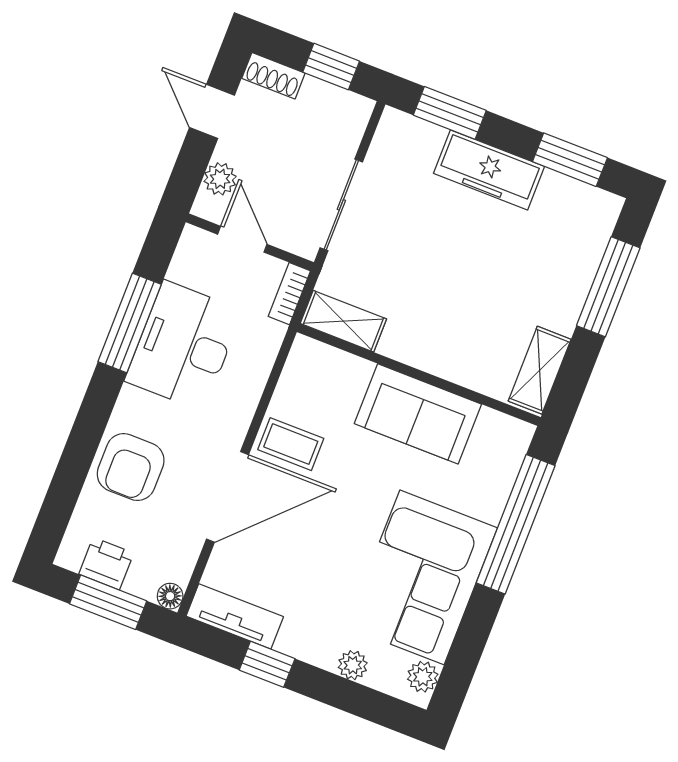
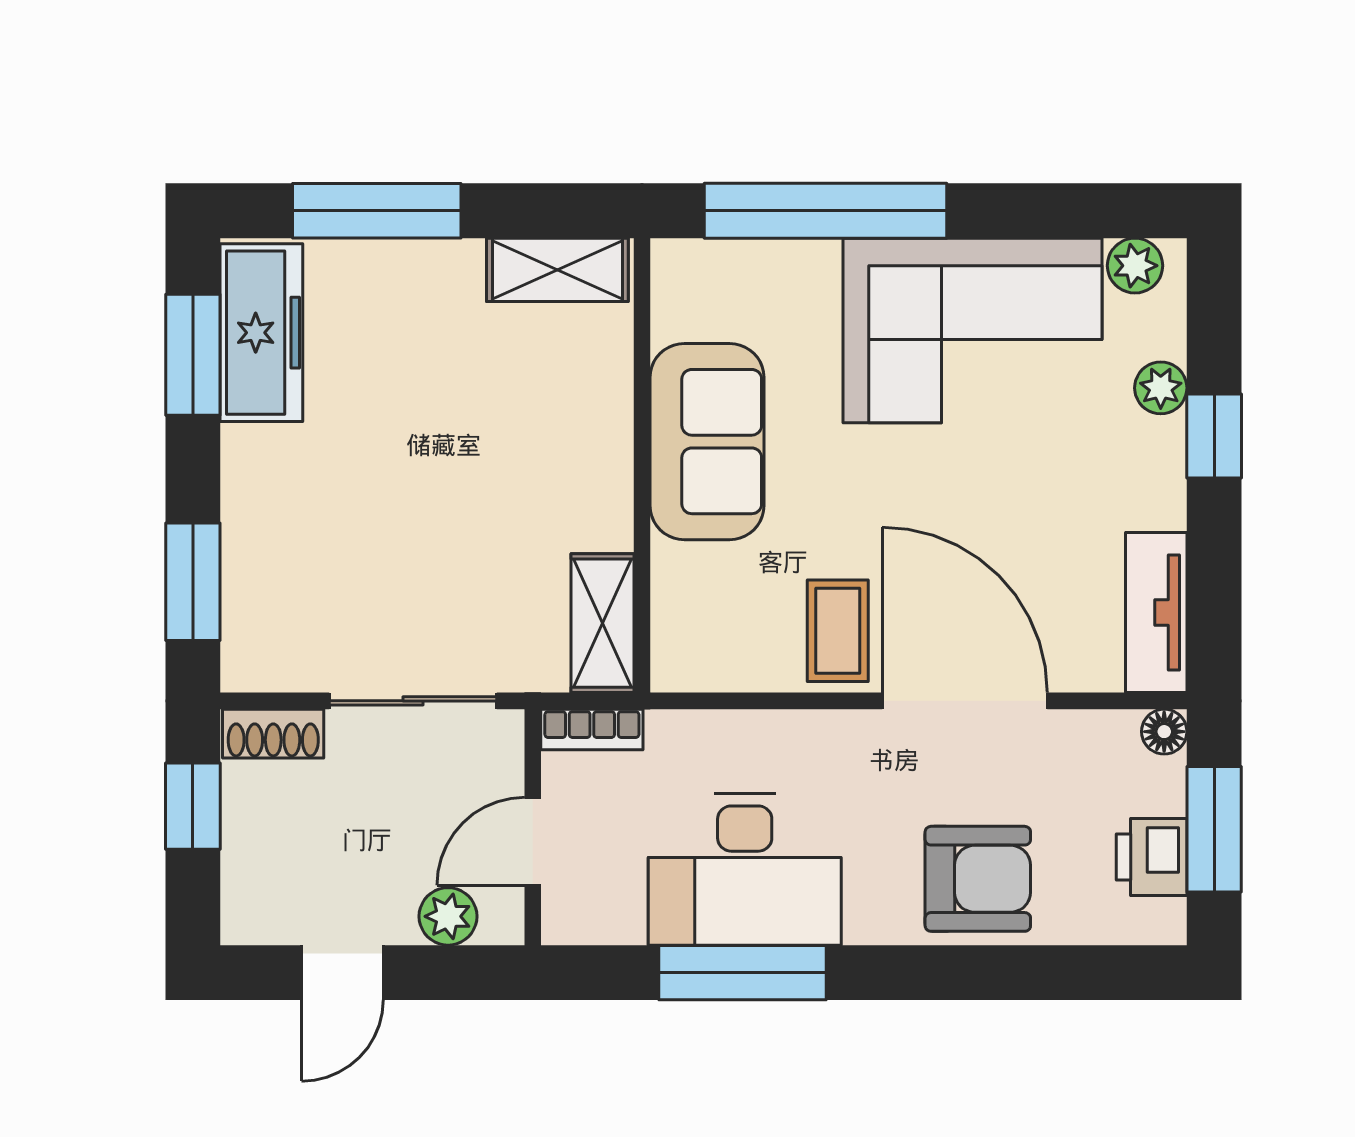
shoe rack: (273, 76) -> (273, 734), moved, turned 90
freezer: (489, 170) -> (261, 333), moved
window: (267, 664) -> (1214, 436), moved

